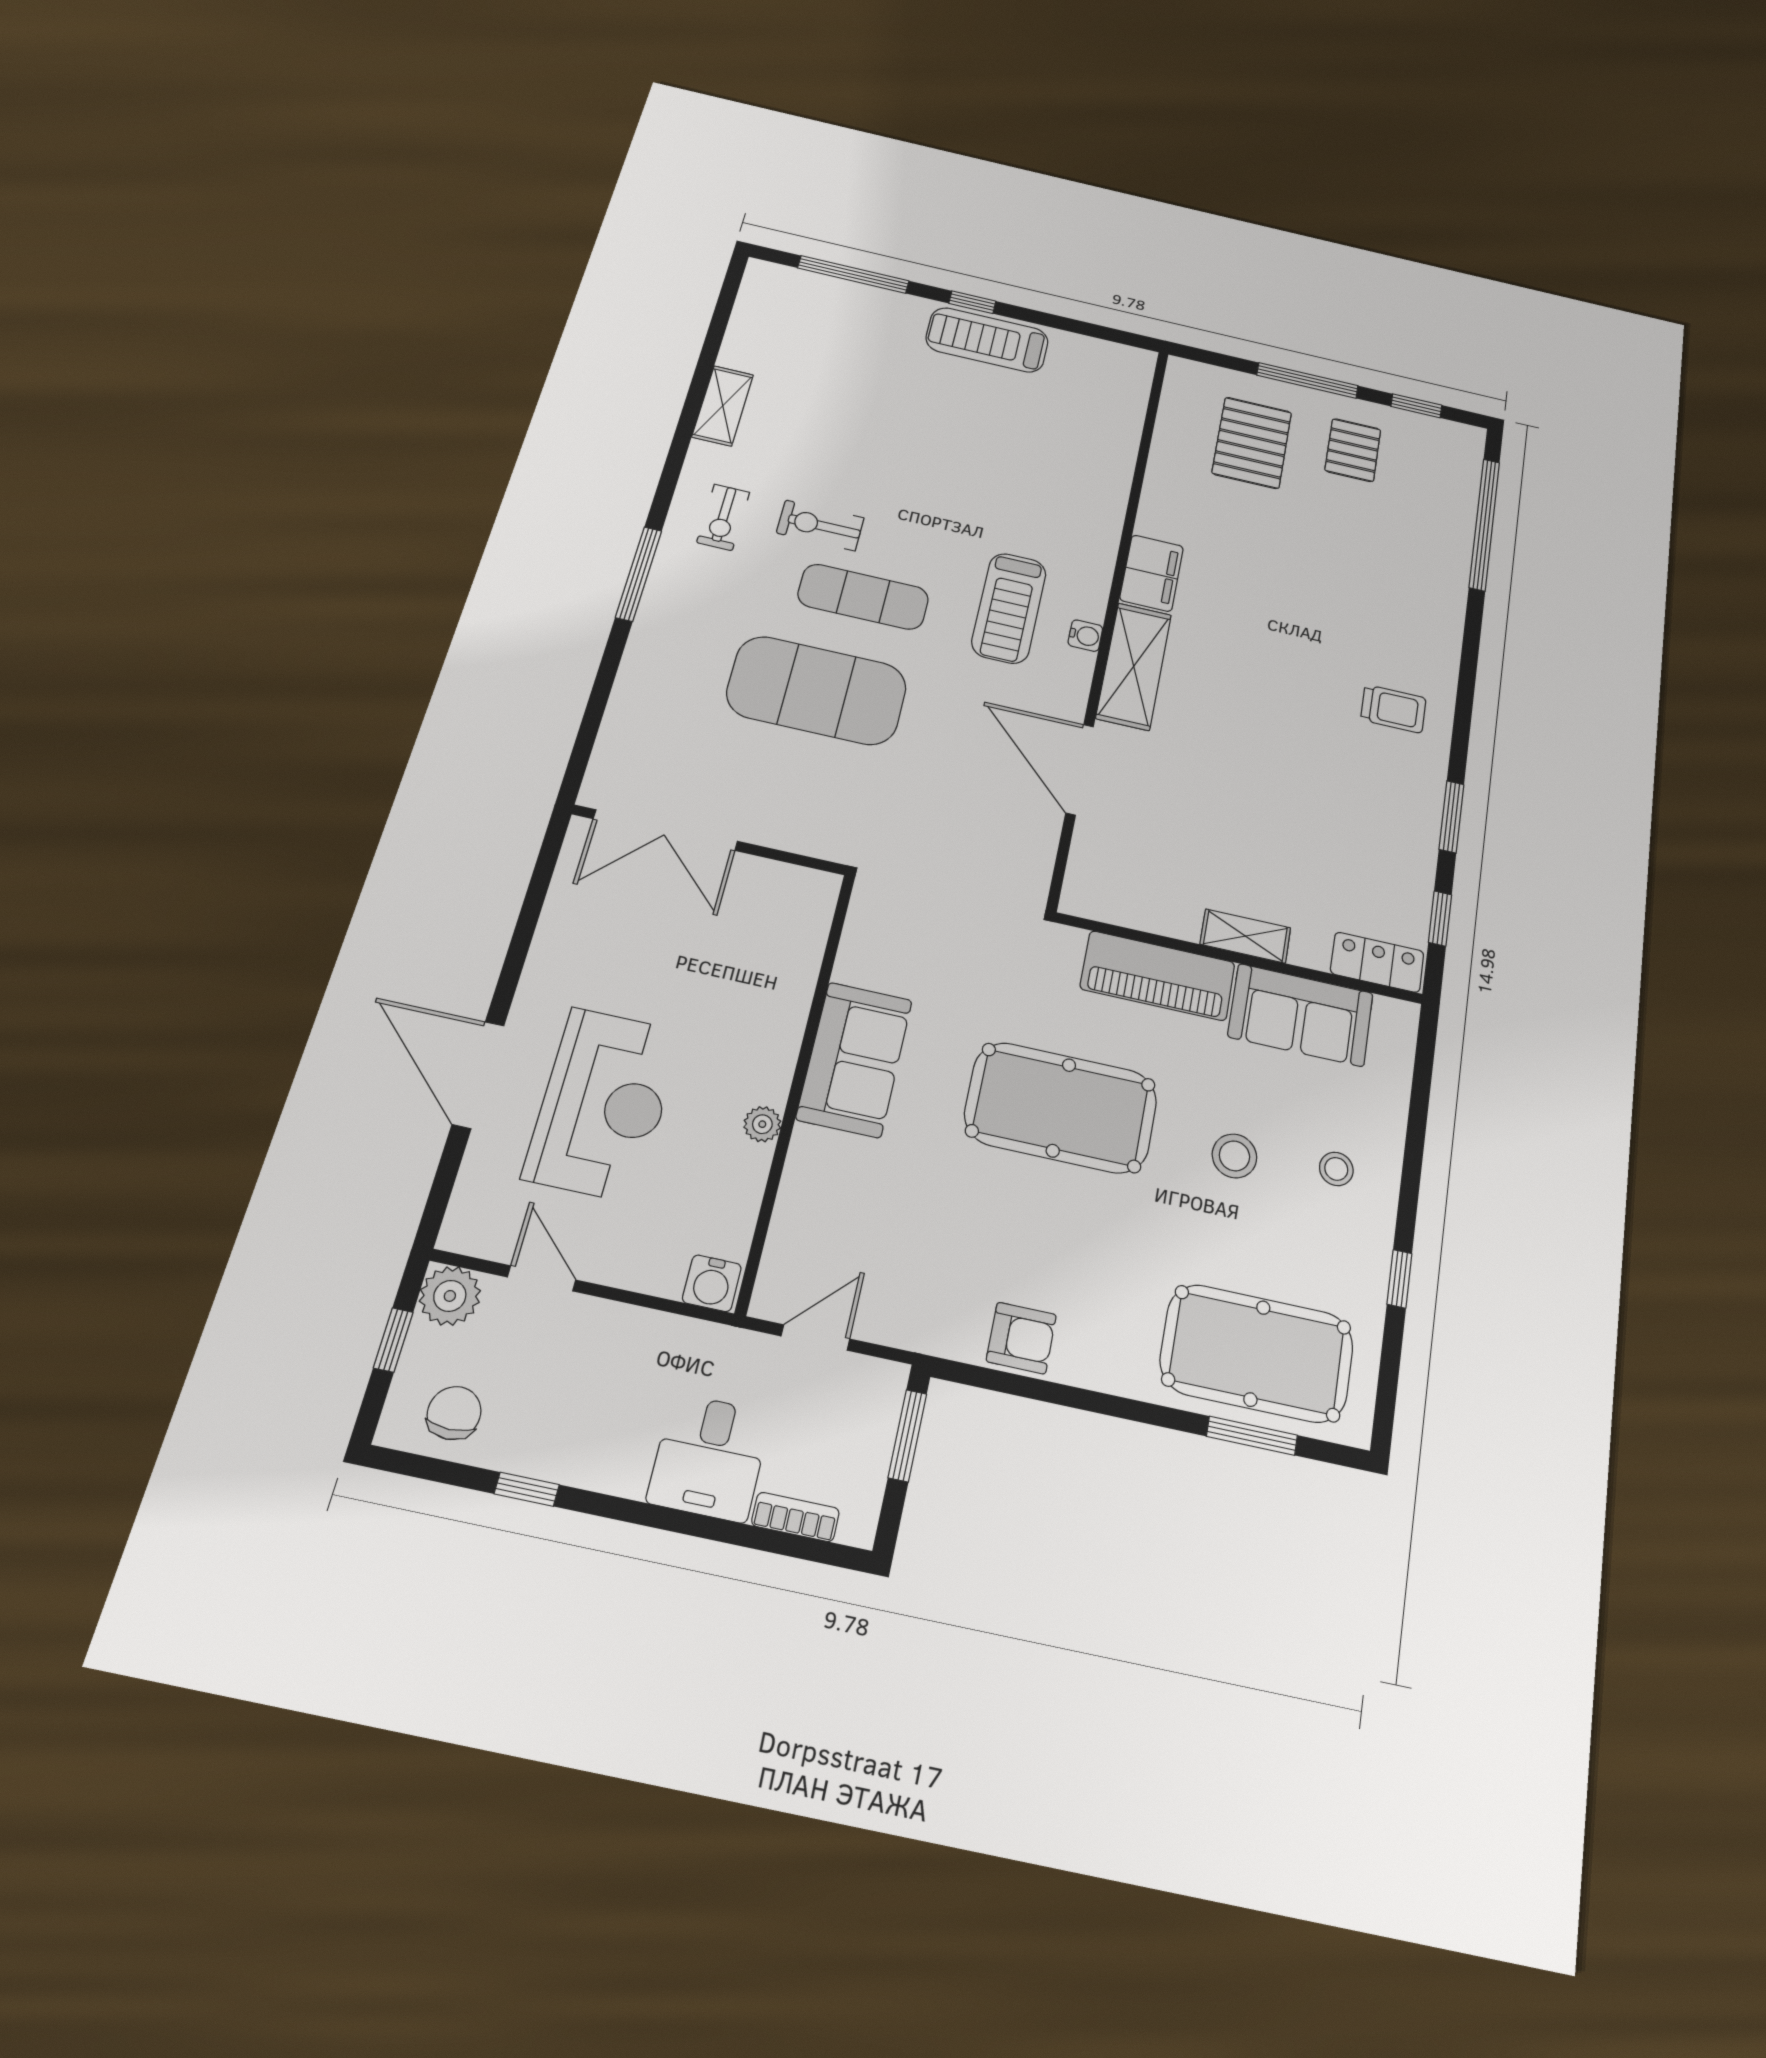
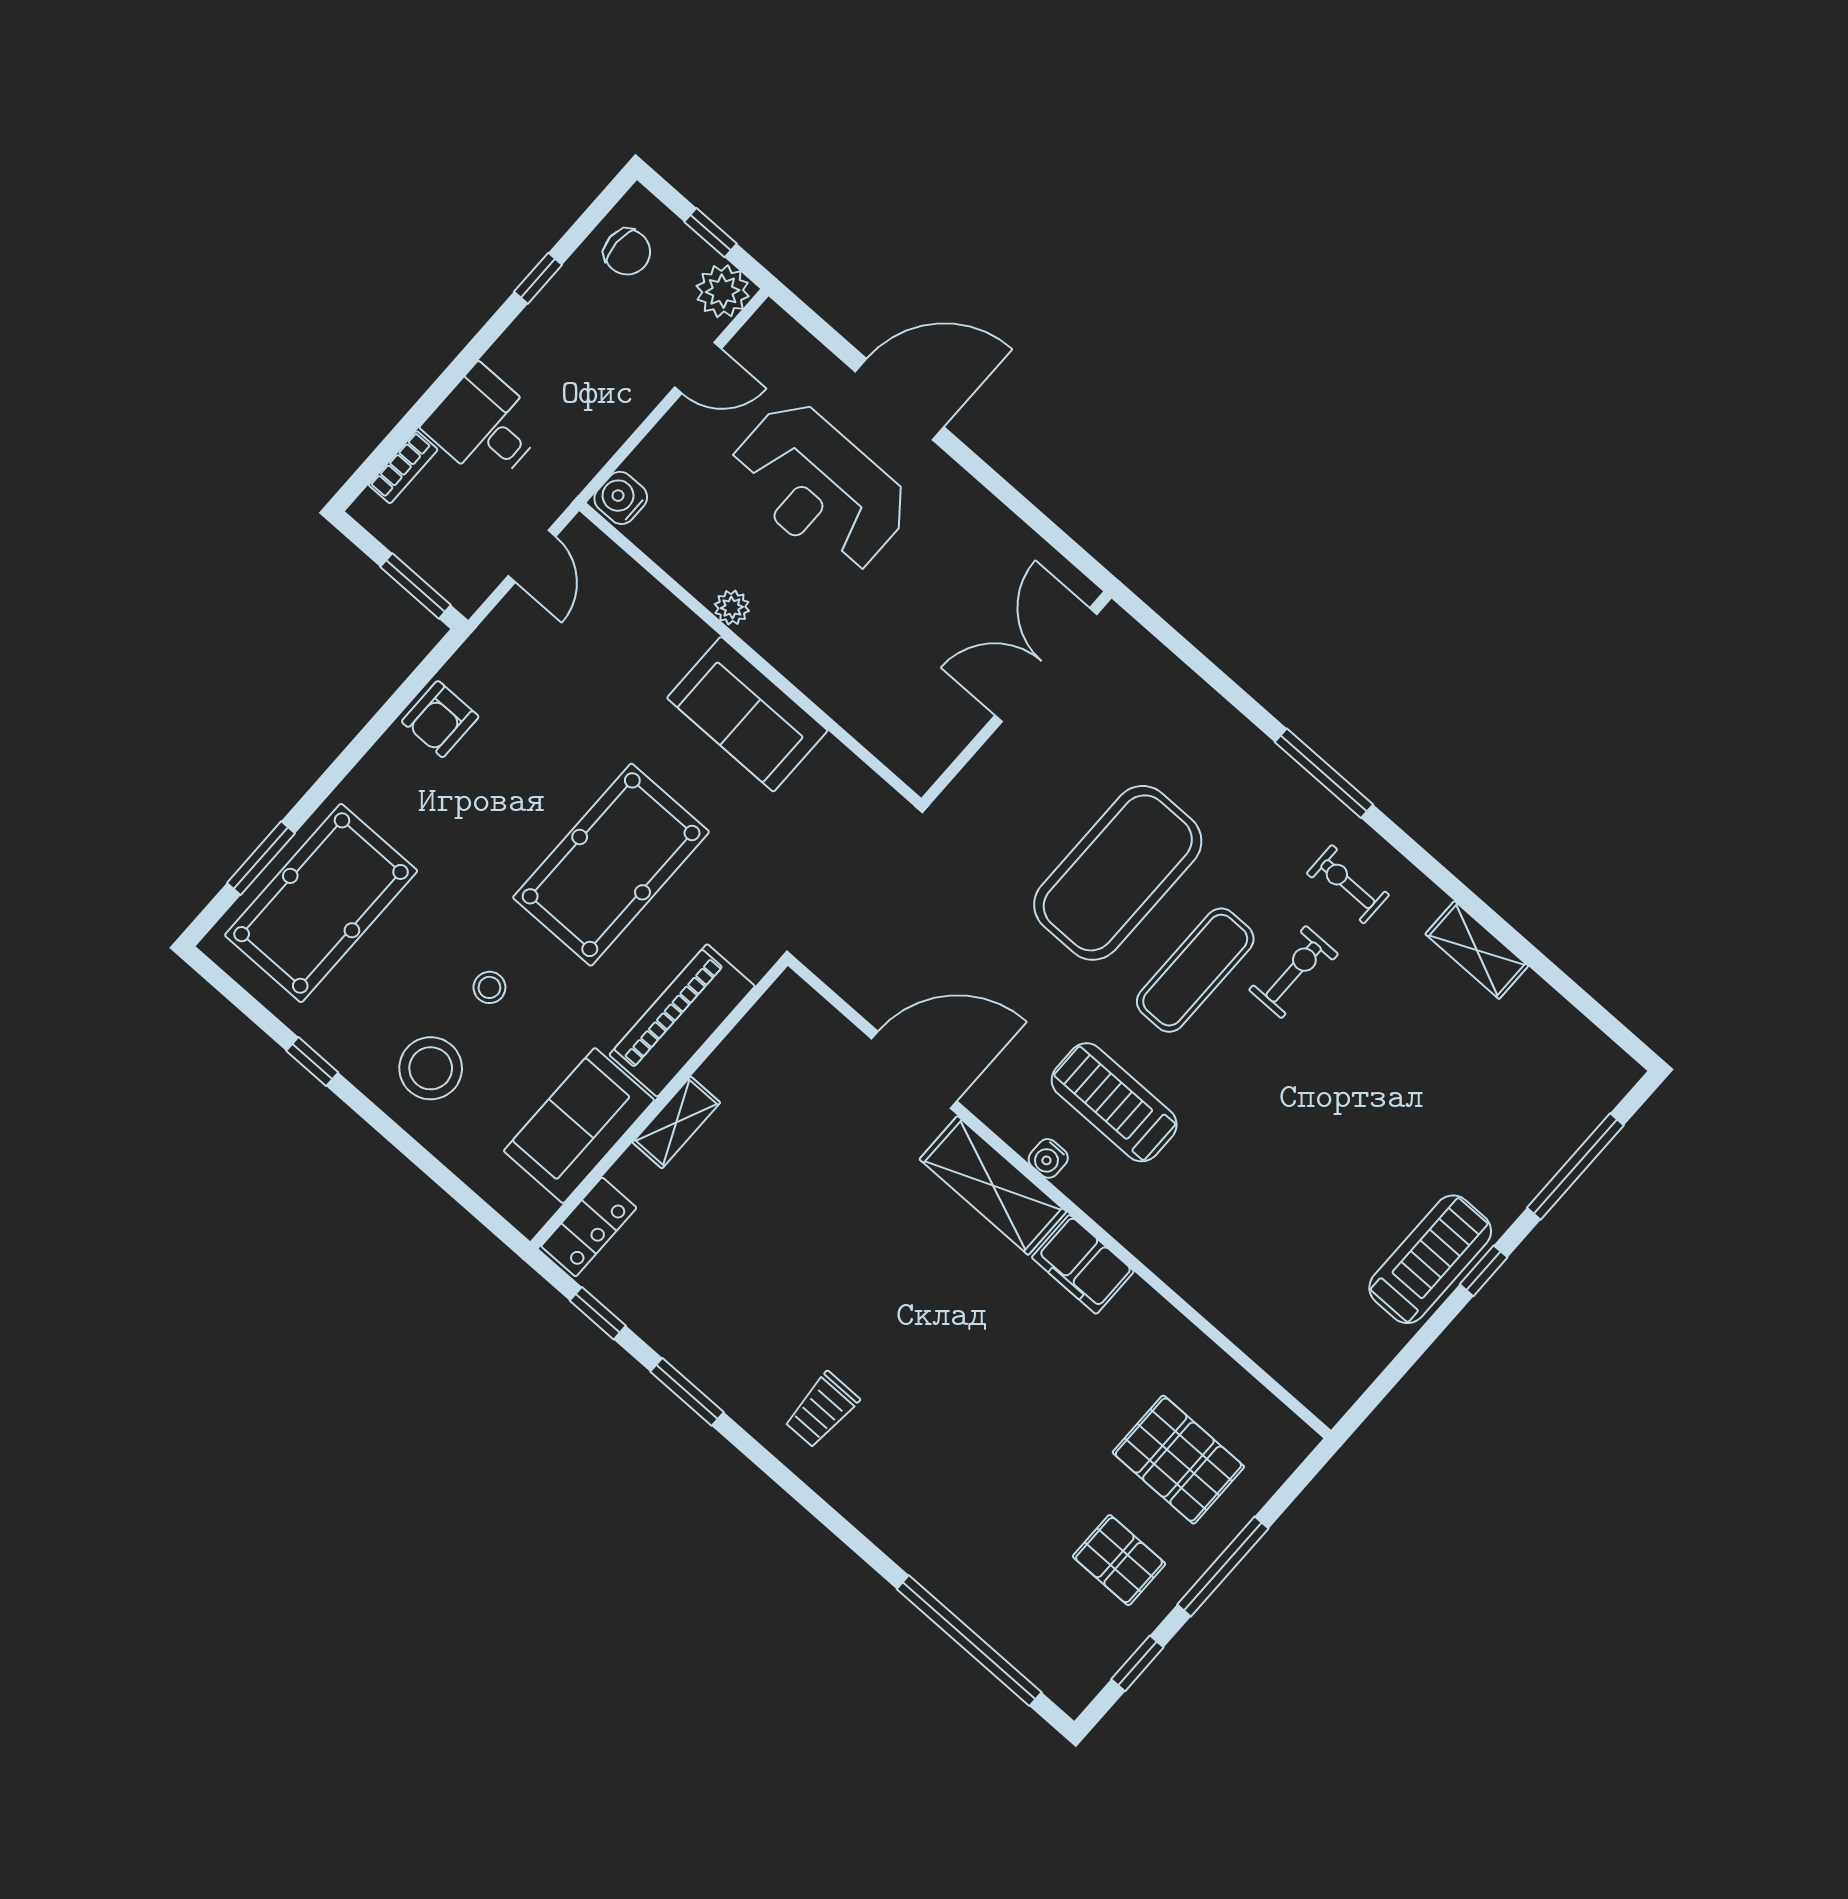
stool: (1234, 1156) -> (489, 987), width x0.73, depth x0.73
stool: (1336, 1169) -> (431, 1068), width x1.89, depth x1.89

